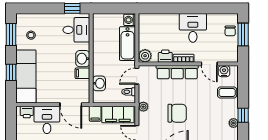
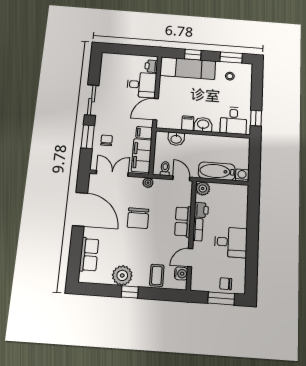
row of seats: (177, 72) -> (183, 222), width x0.68
plant: (233, 123) -> (122, 275), width x1.88, depth x1.88

